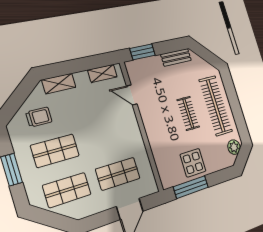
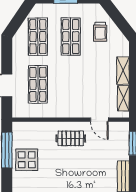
shelving: (59, 83) -> (123, 71), moved
door: (132, 95) -> (99, 120), swing flipped
clothes rail: (188, 113) -> (71, 138), moved

